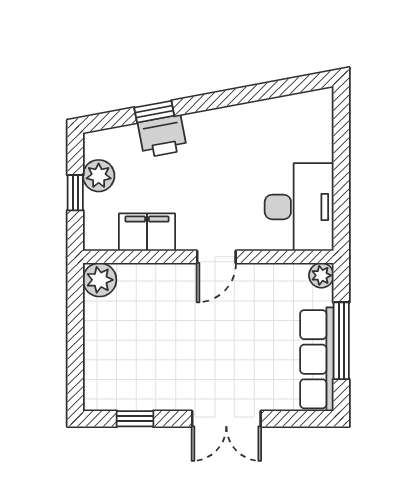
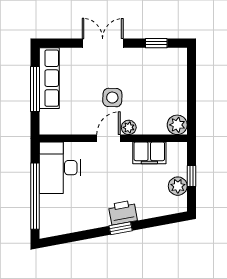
window: (154, 112) -> (121, 228), moved
printer: (162, 136) -> (123, 213), moved
window: (341, 158) -> (35, 196), added
plant: (321, 275) -> (129, 127), moved
side table: (210, 326) -> (112, 98), added

